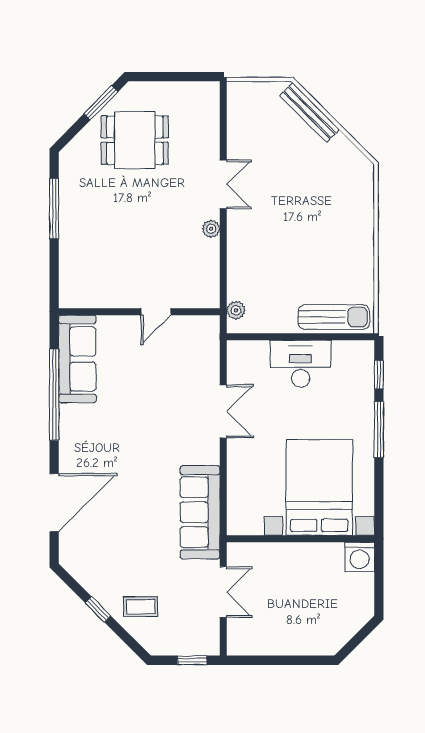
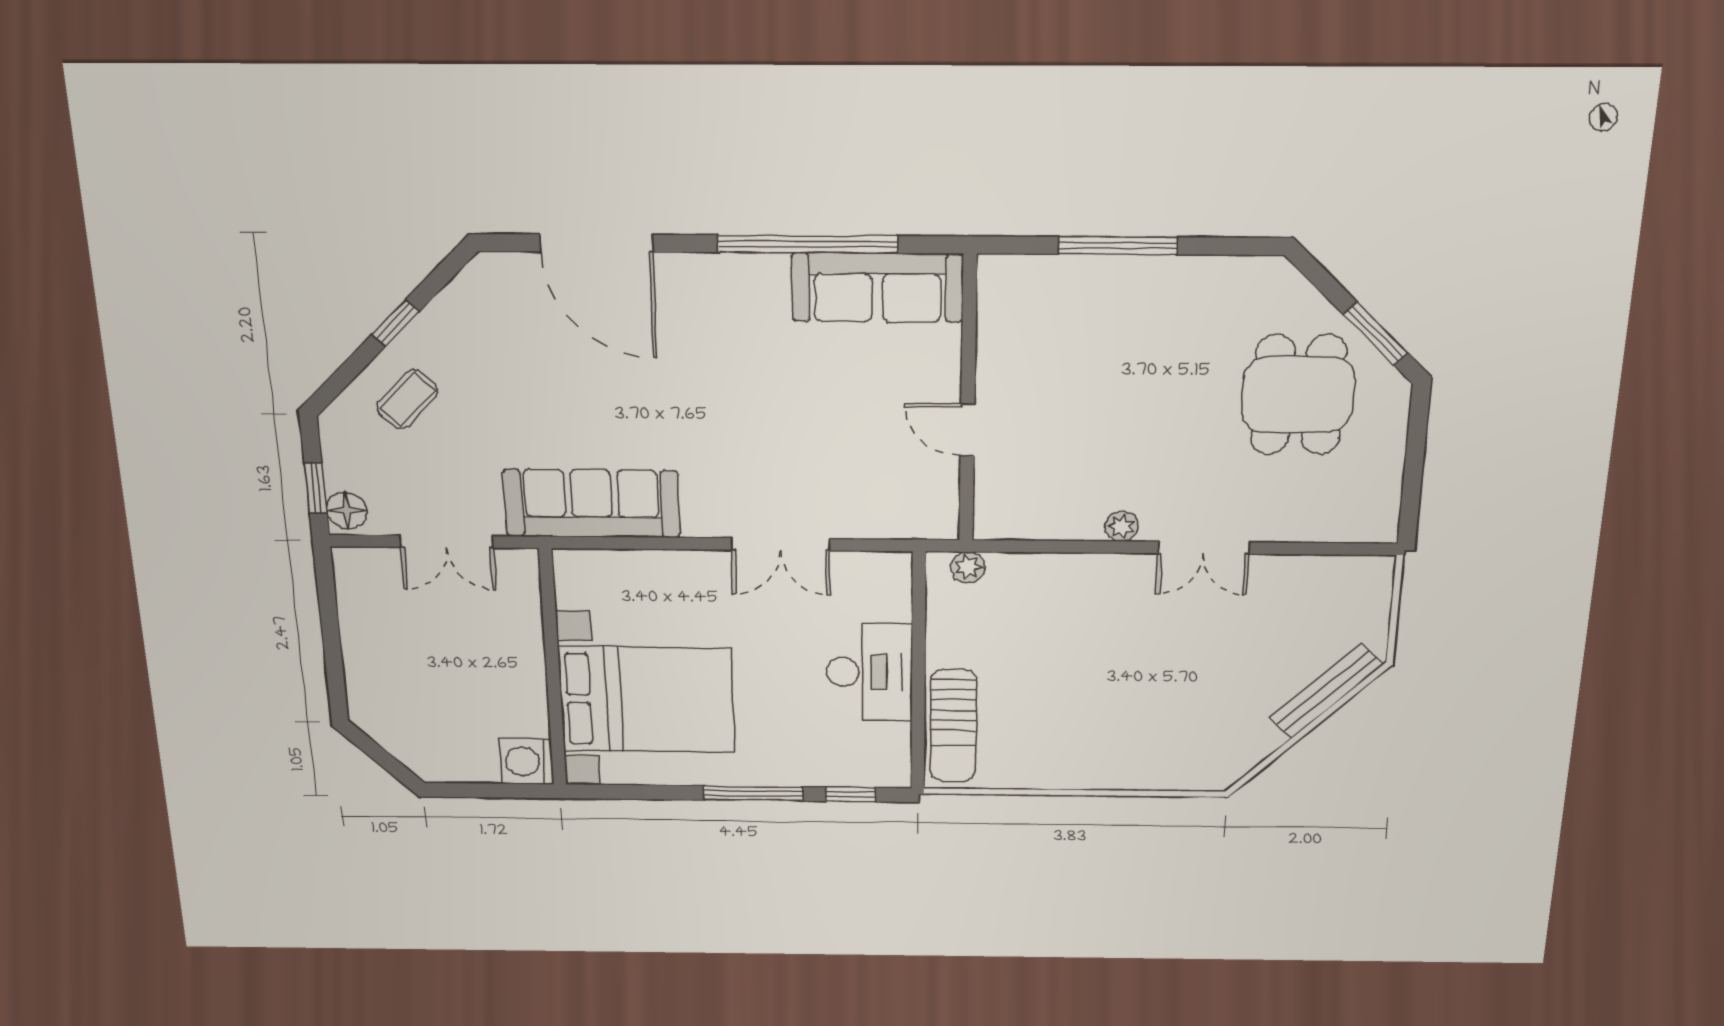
window: (54, 209) -> (1118, 246), moved
coffee table: (141, 607) -> (407, 399), turned 44
floor lamp: (205, 645) -> (346, 510), added

